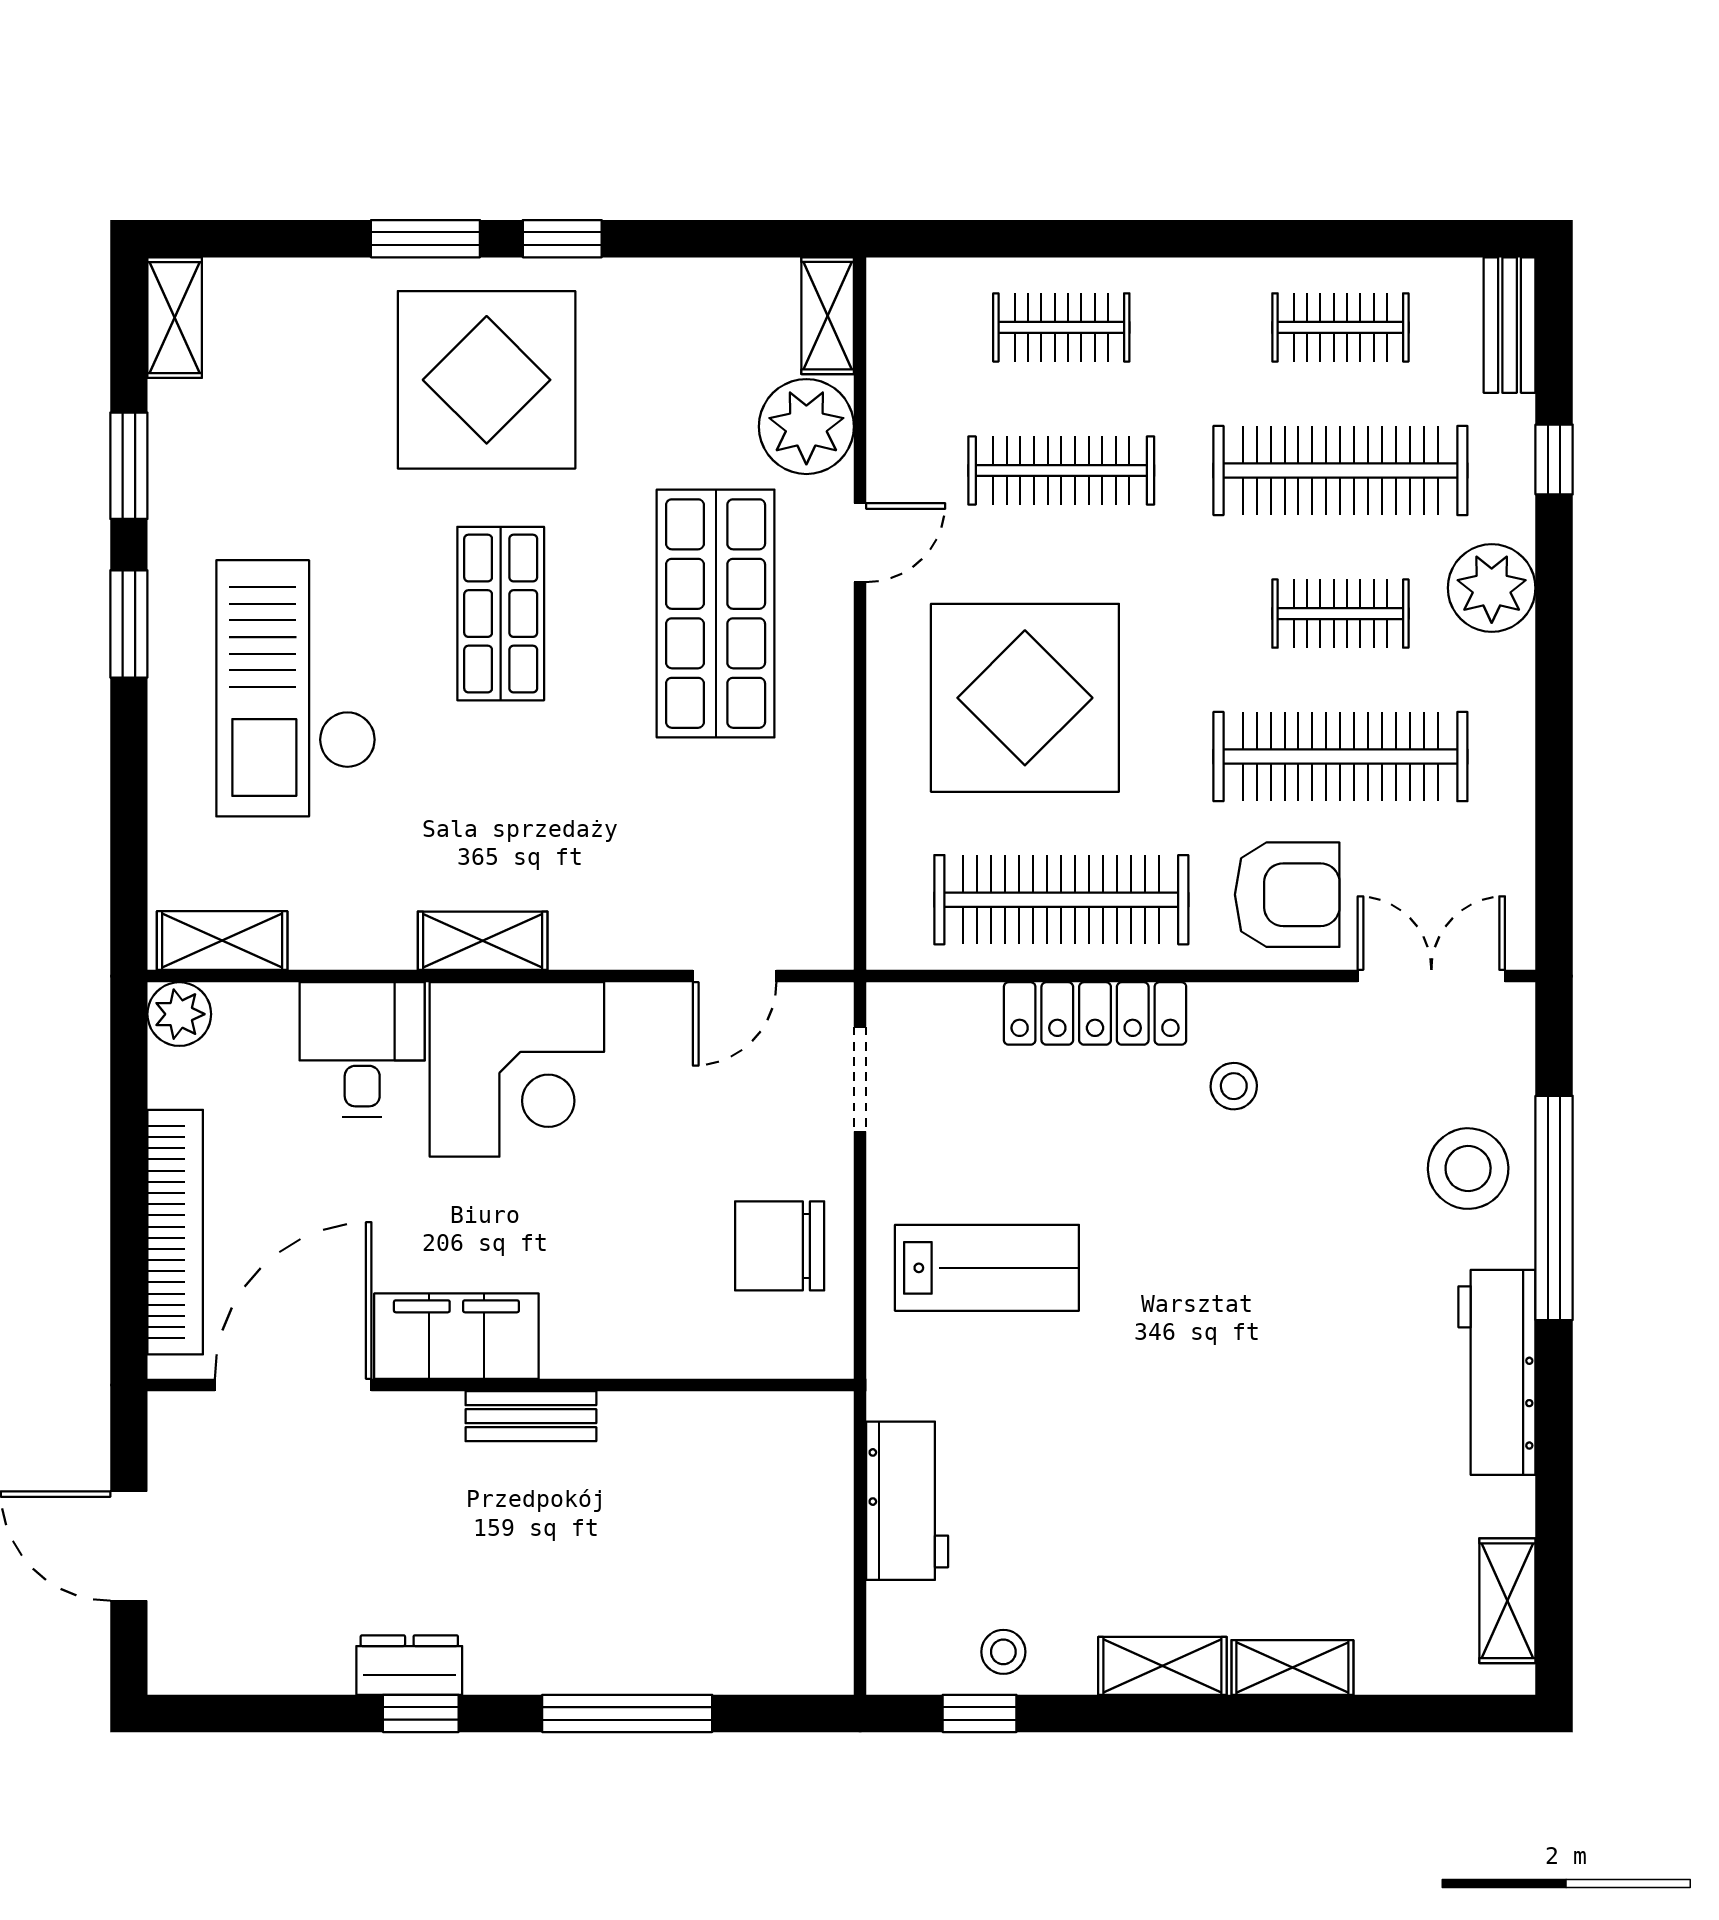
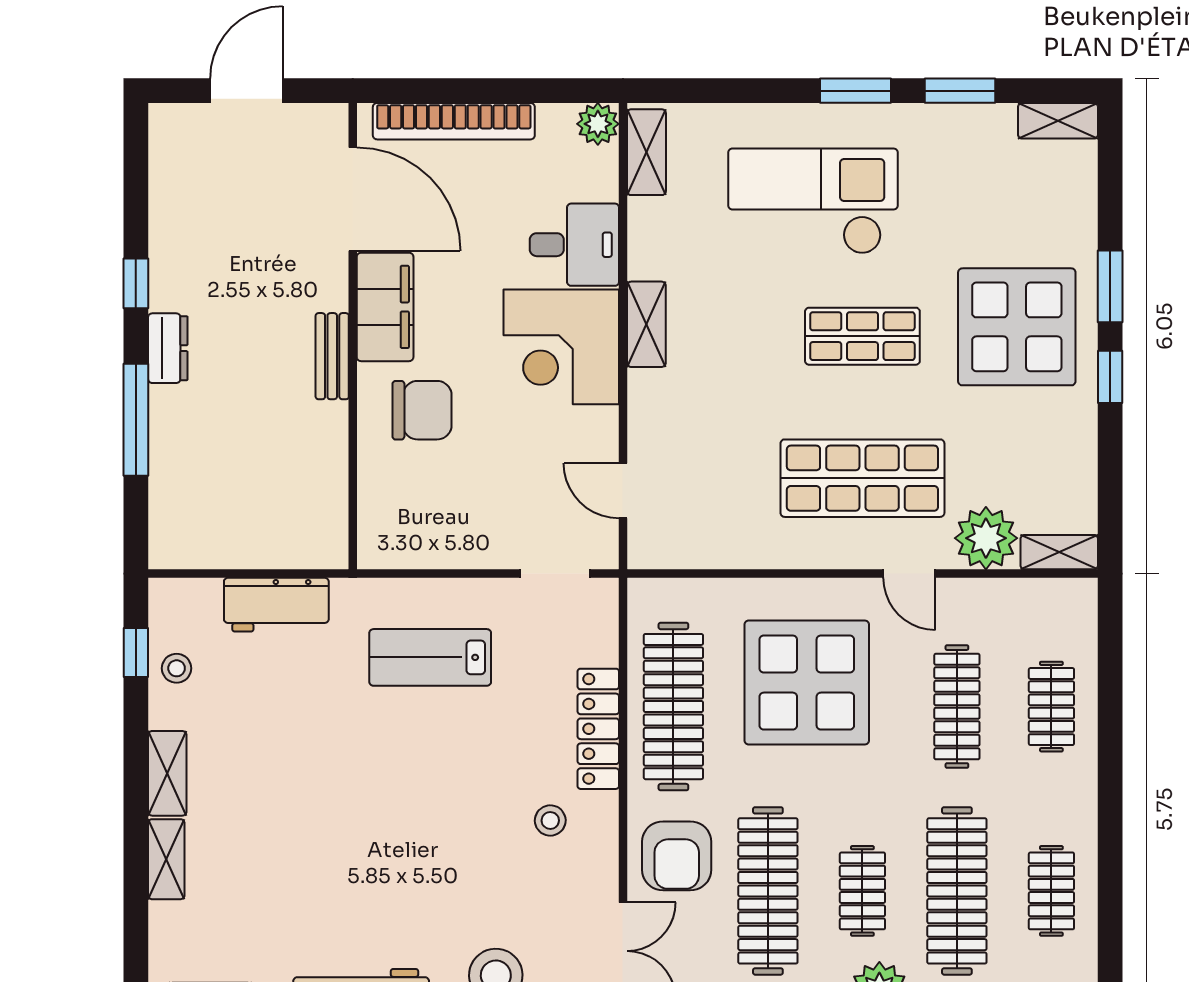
chair: (780, 1246) -> (422, 410), moved, turned 90
lab bench: (987, 1268) -> (430, 657), turned 90
dresser: (409, 1665) -> (168, 348), moved

